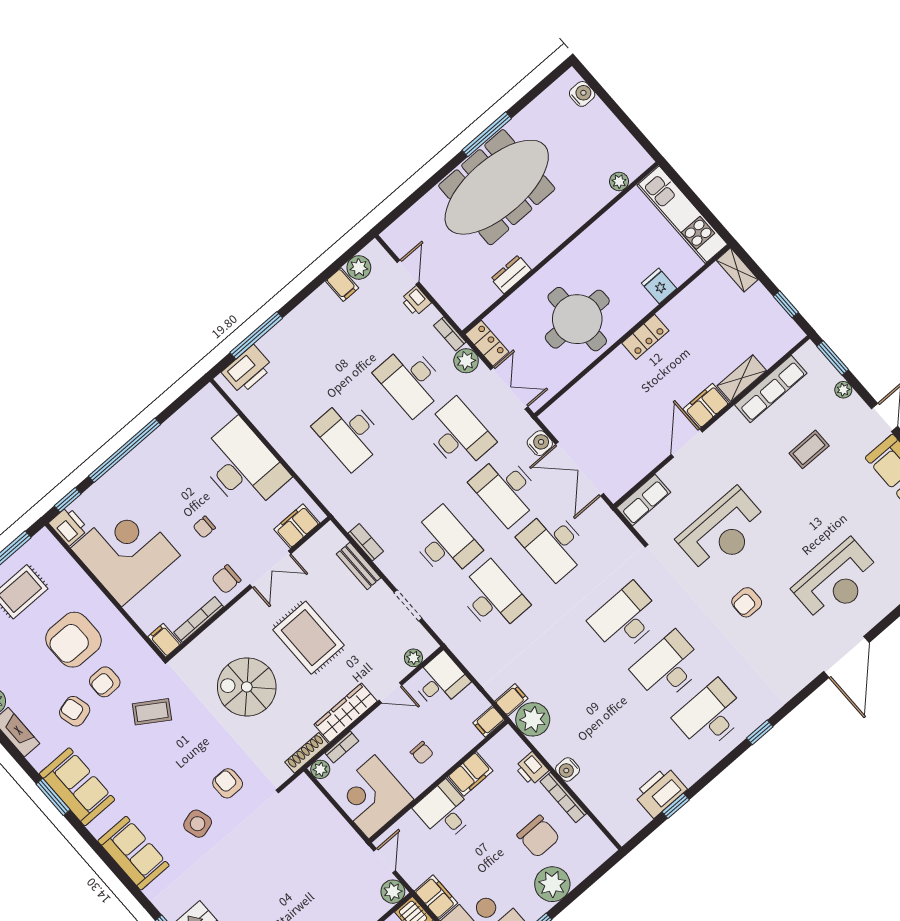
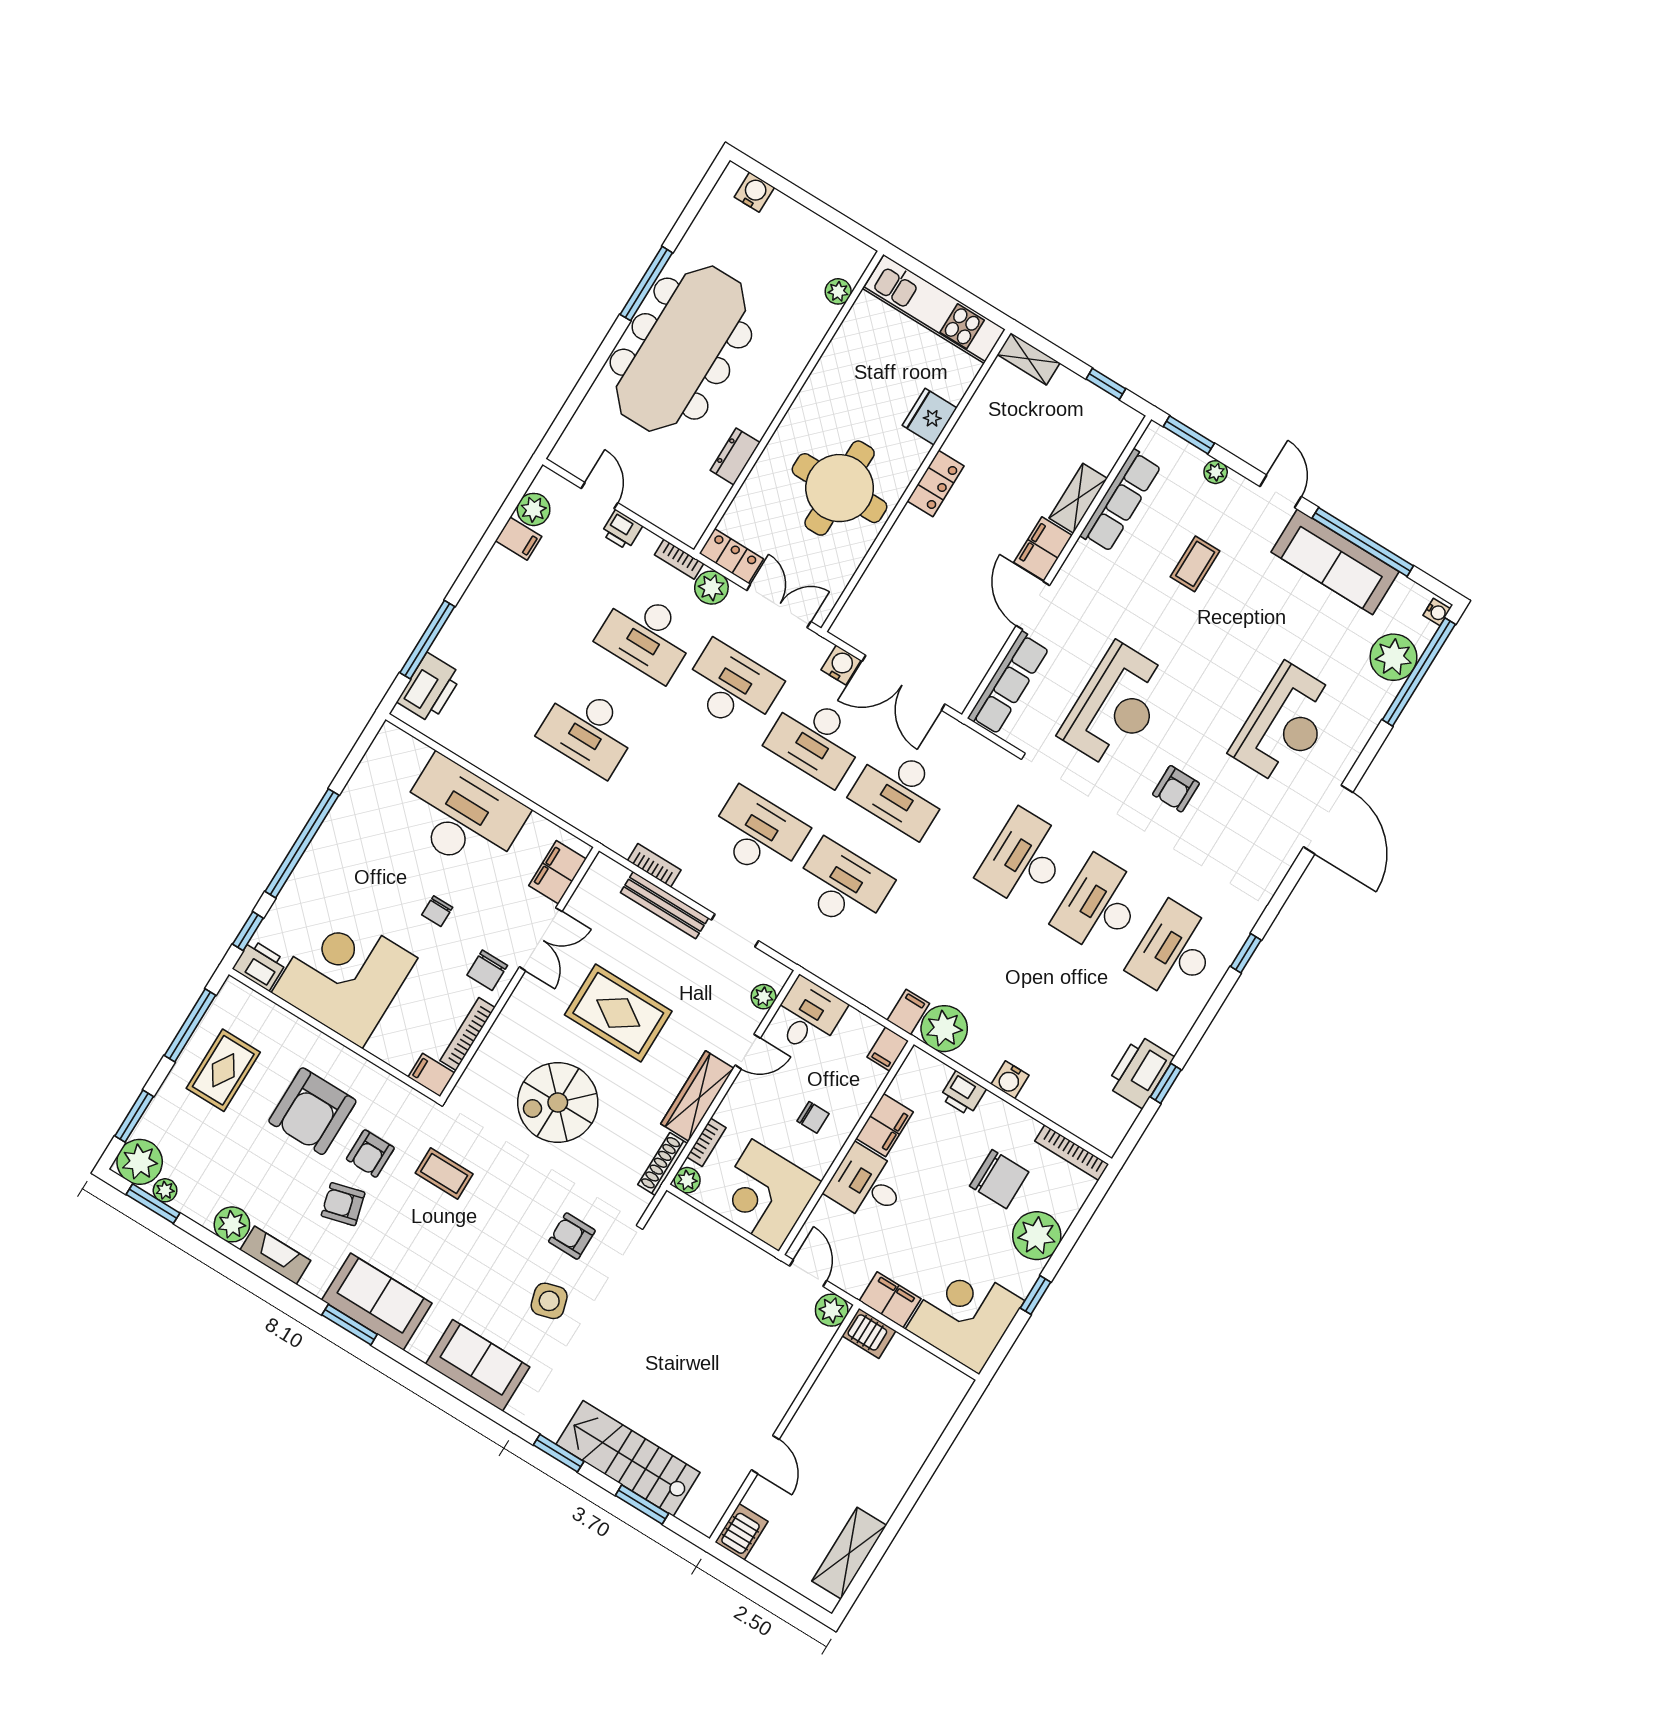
fridge: (659, 286) -> (930, 417), width x1.38
row of seats: (644, 500) -> (1008, 683), width x1.48
bench: (359, 566) -> (664, 905), width x1.36
coffee table: (152, 712) -> (444, 1174), turned 57
bookcase: (563, 797) -> (1072, 1153), moved

